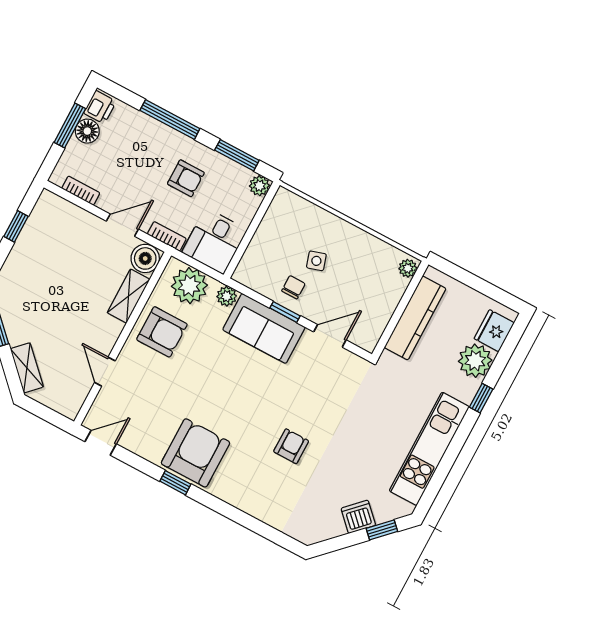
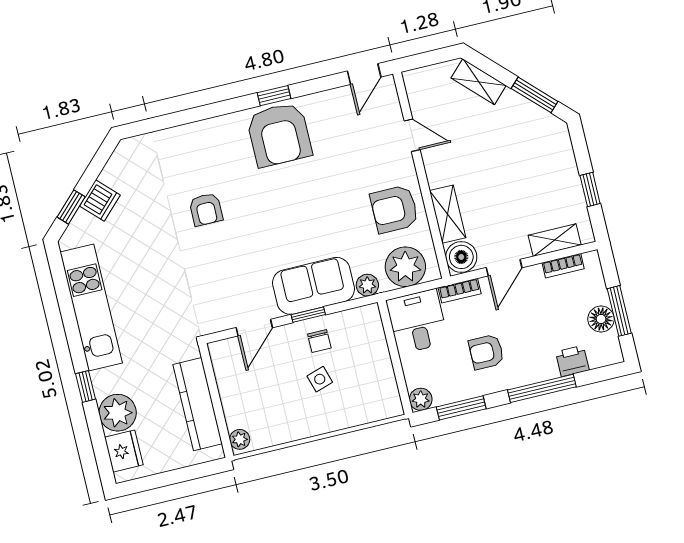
printer: (100, 107) -> (572, 361), moved, turned 90
shelving: (71, 213) -> (555, 240), added

